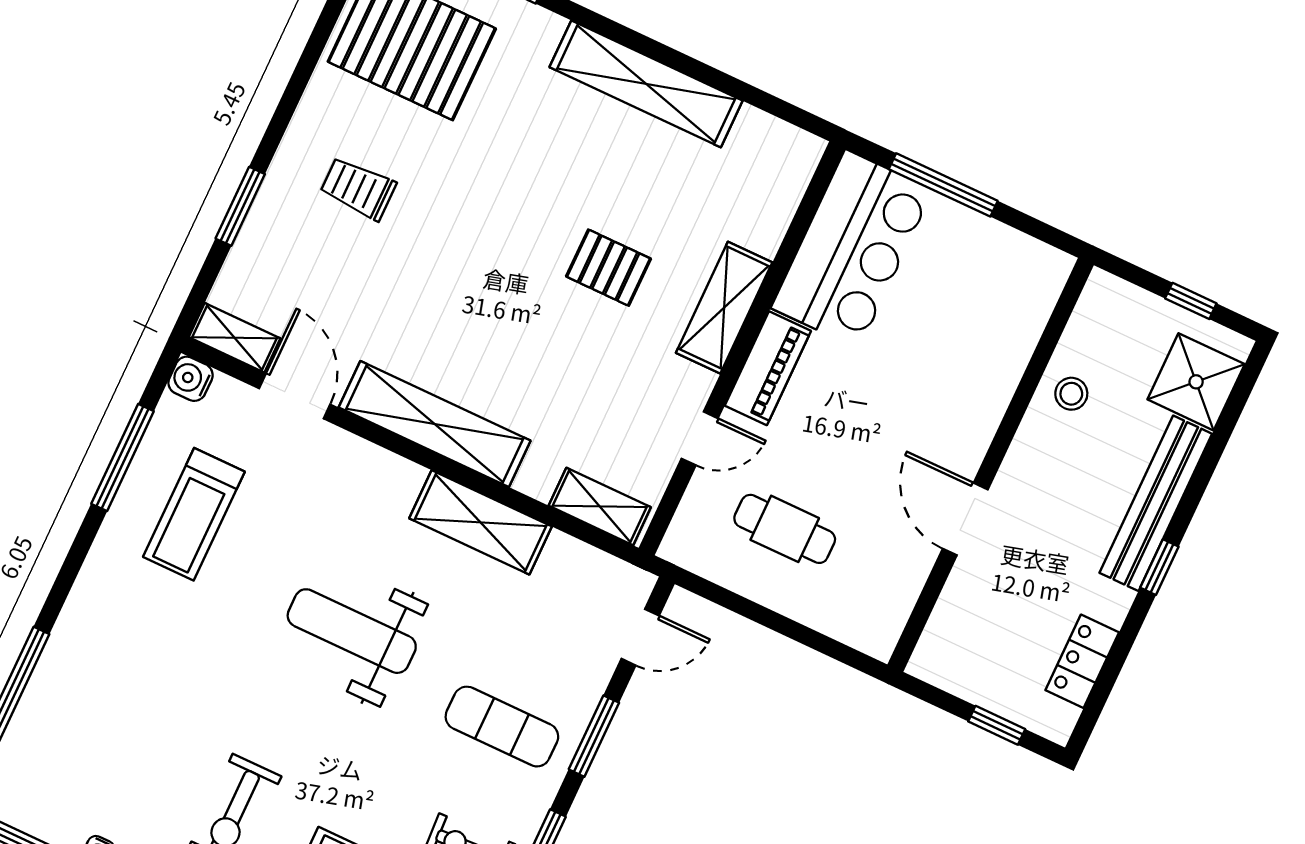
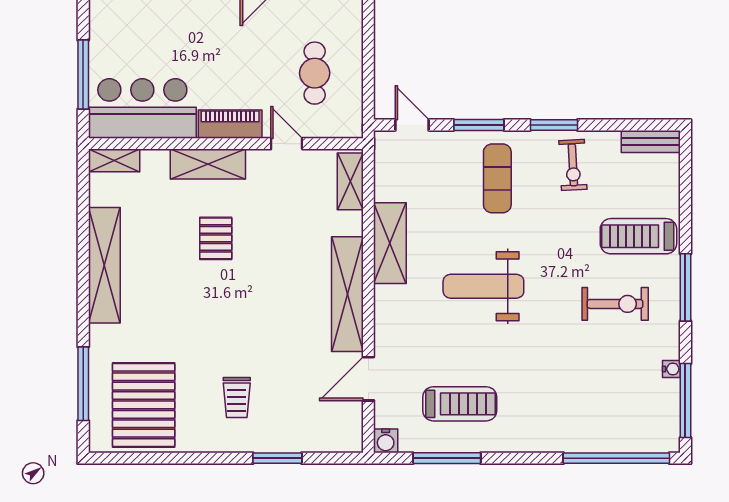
shelving: (234, 338) -> (114, 160), moved, turned 90
weight bench: (352, 631) -> (483, 286), turned 90

